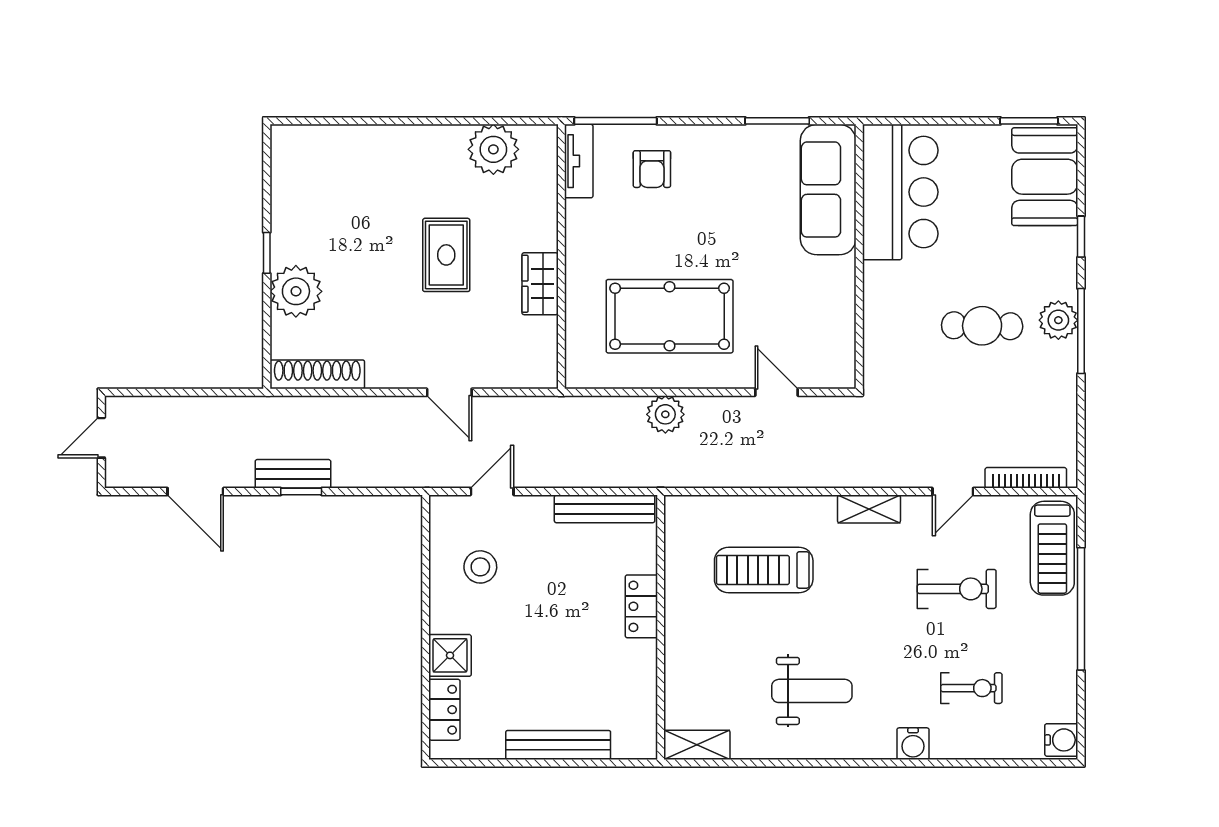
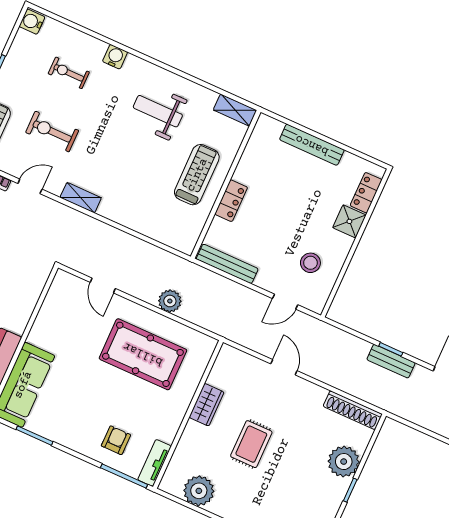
treadmill: (764, 570) -> (197, 175), moved, turned -90

